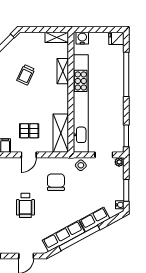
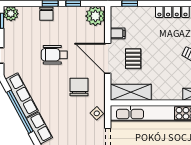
door: (29, 155) -> (108, 58), width x1.88
chair: (56, 182) -> (79, 87), turned -90

